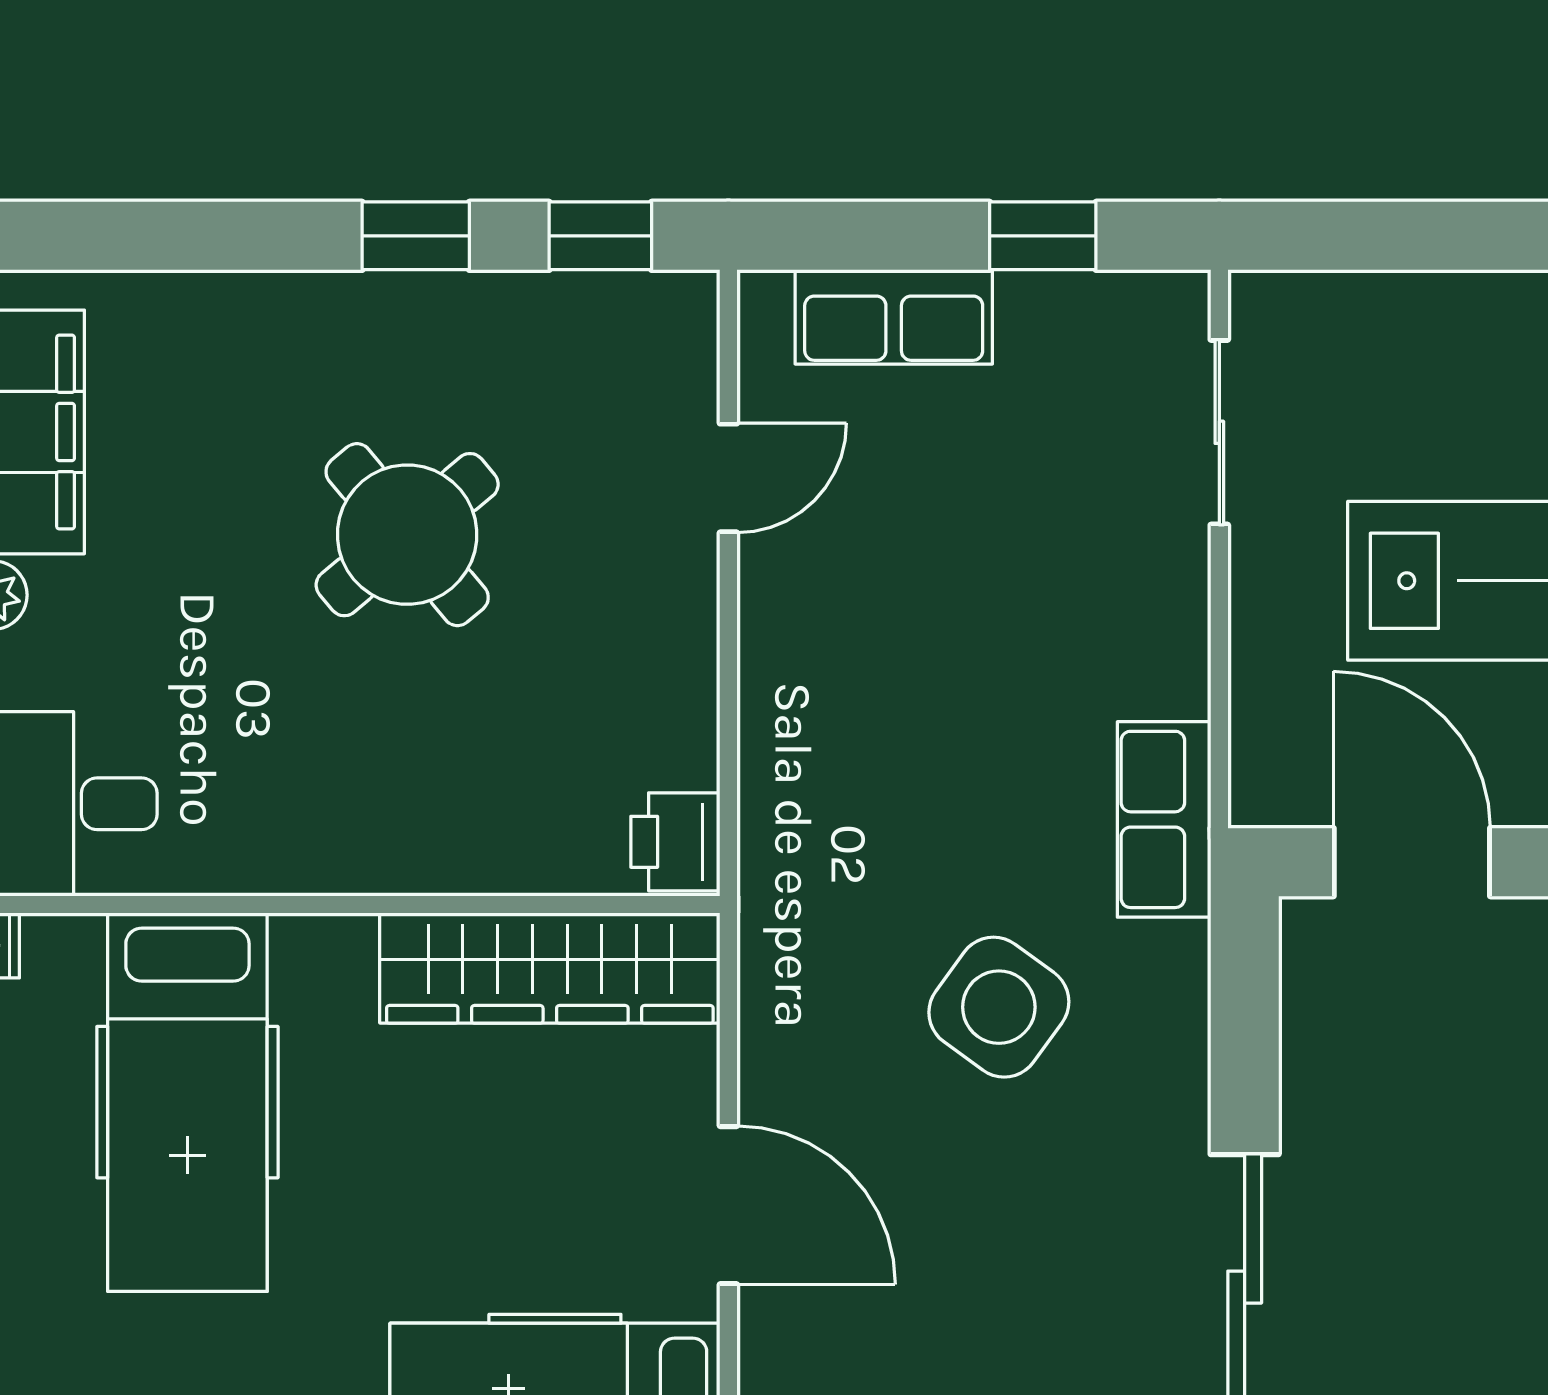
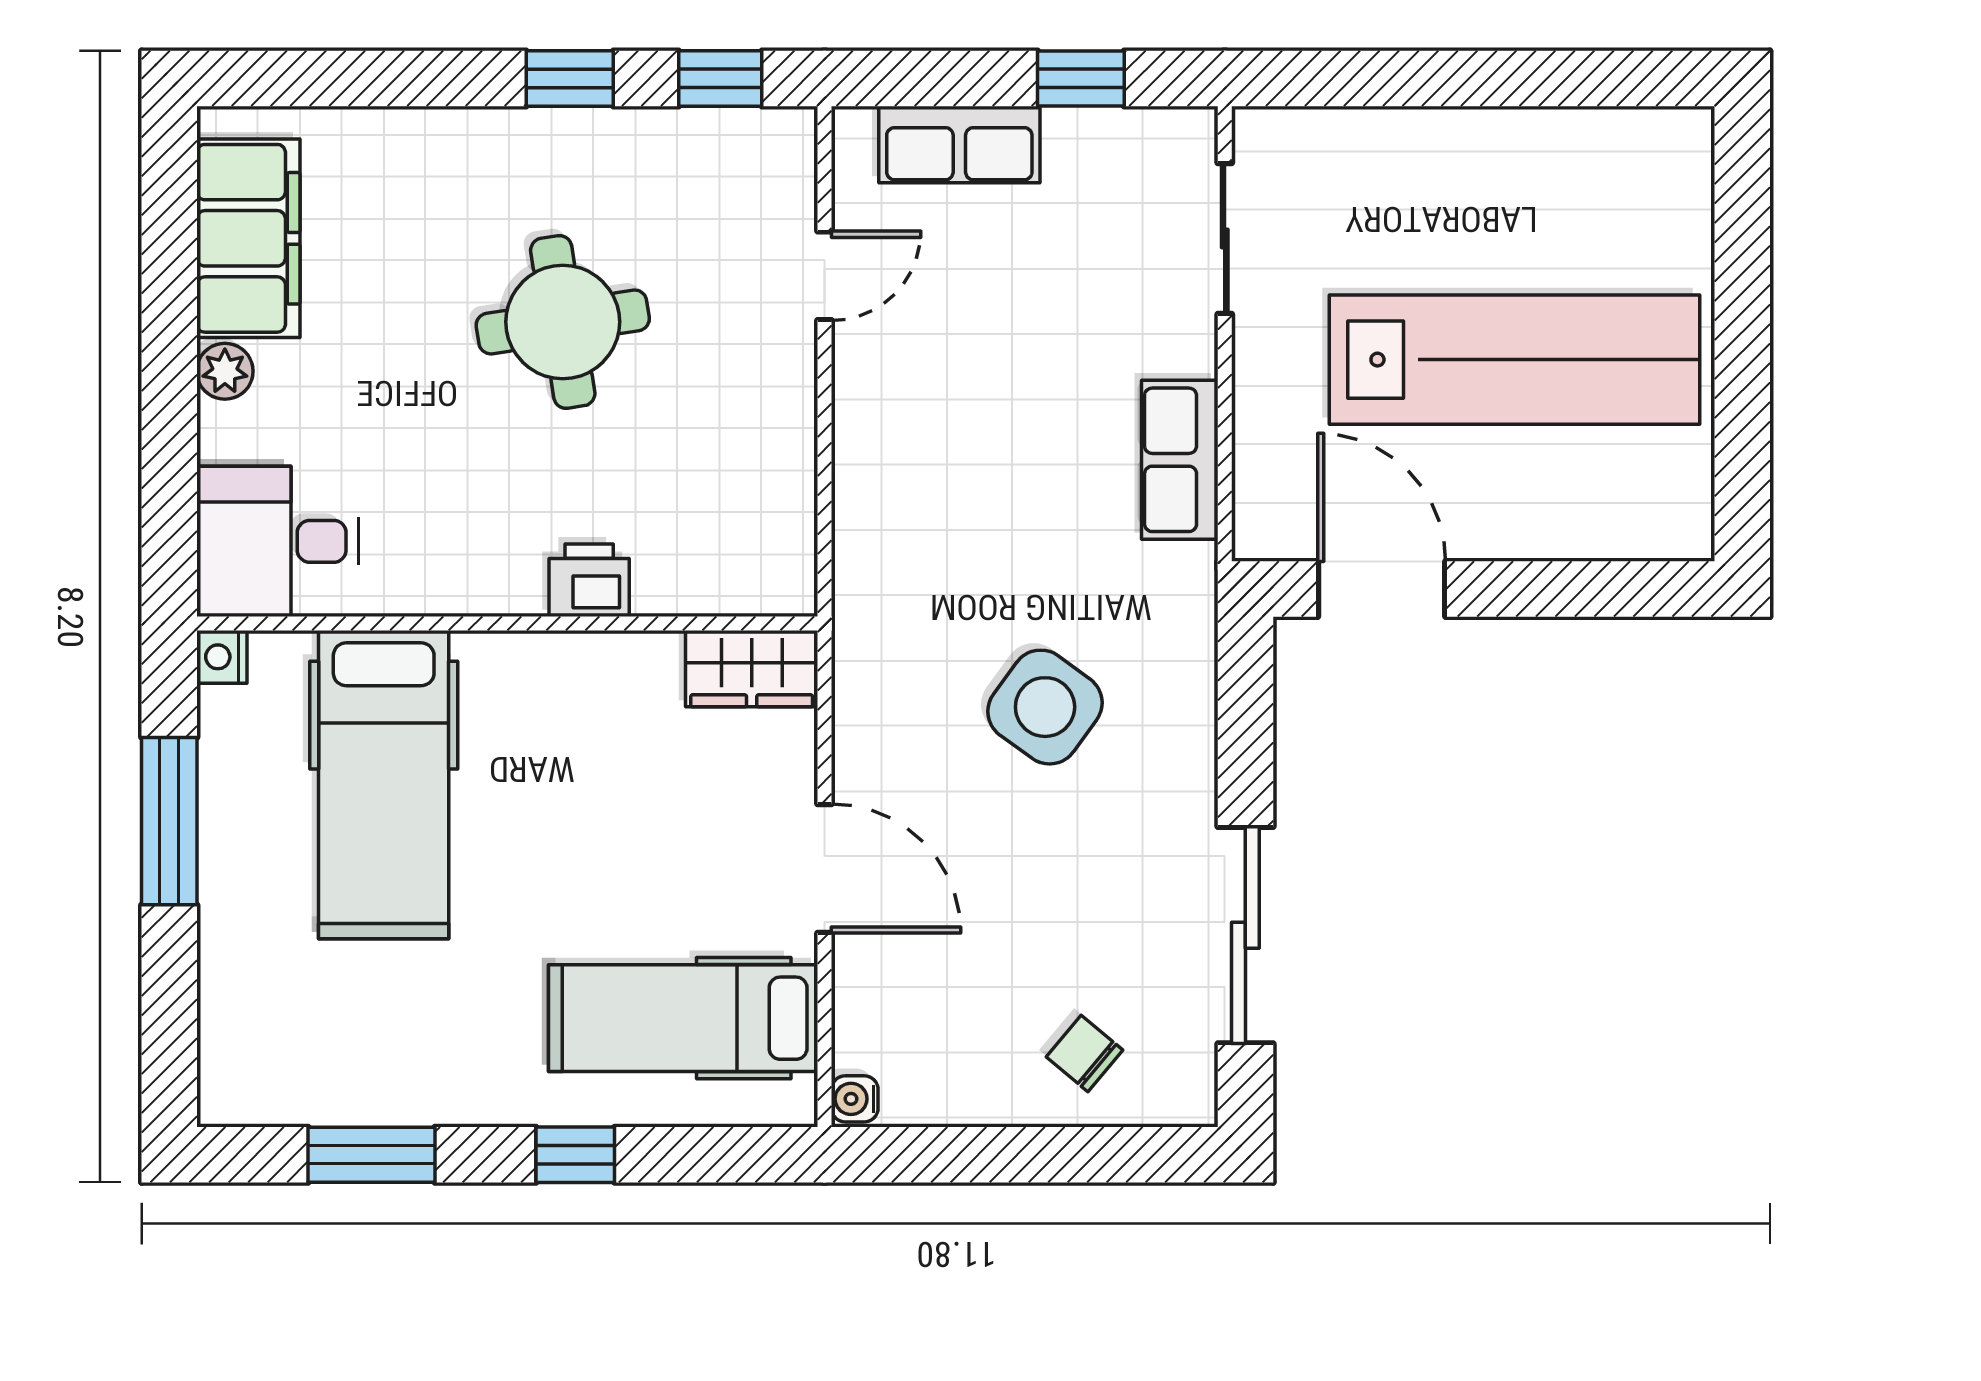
round table: (407, 535) -> (563, 322), turned 31
row of seats: (1164, 819) -> (1180, 460), moved
printer: (675, 842) -> (589, 580), moved, turned 90
wardrobe: (550, 968) -> (752, 669), width x0.48, depth x0.85

